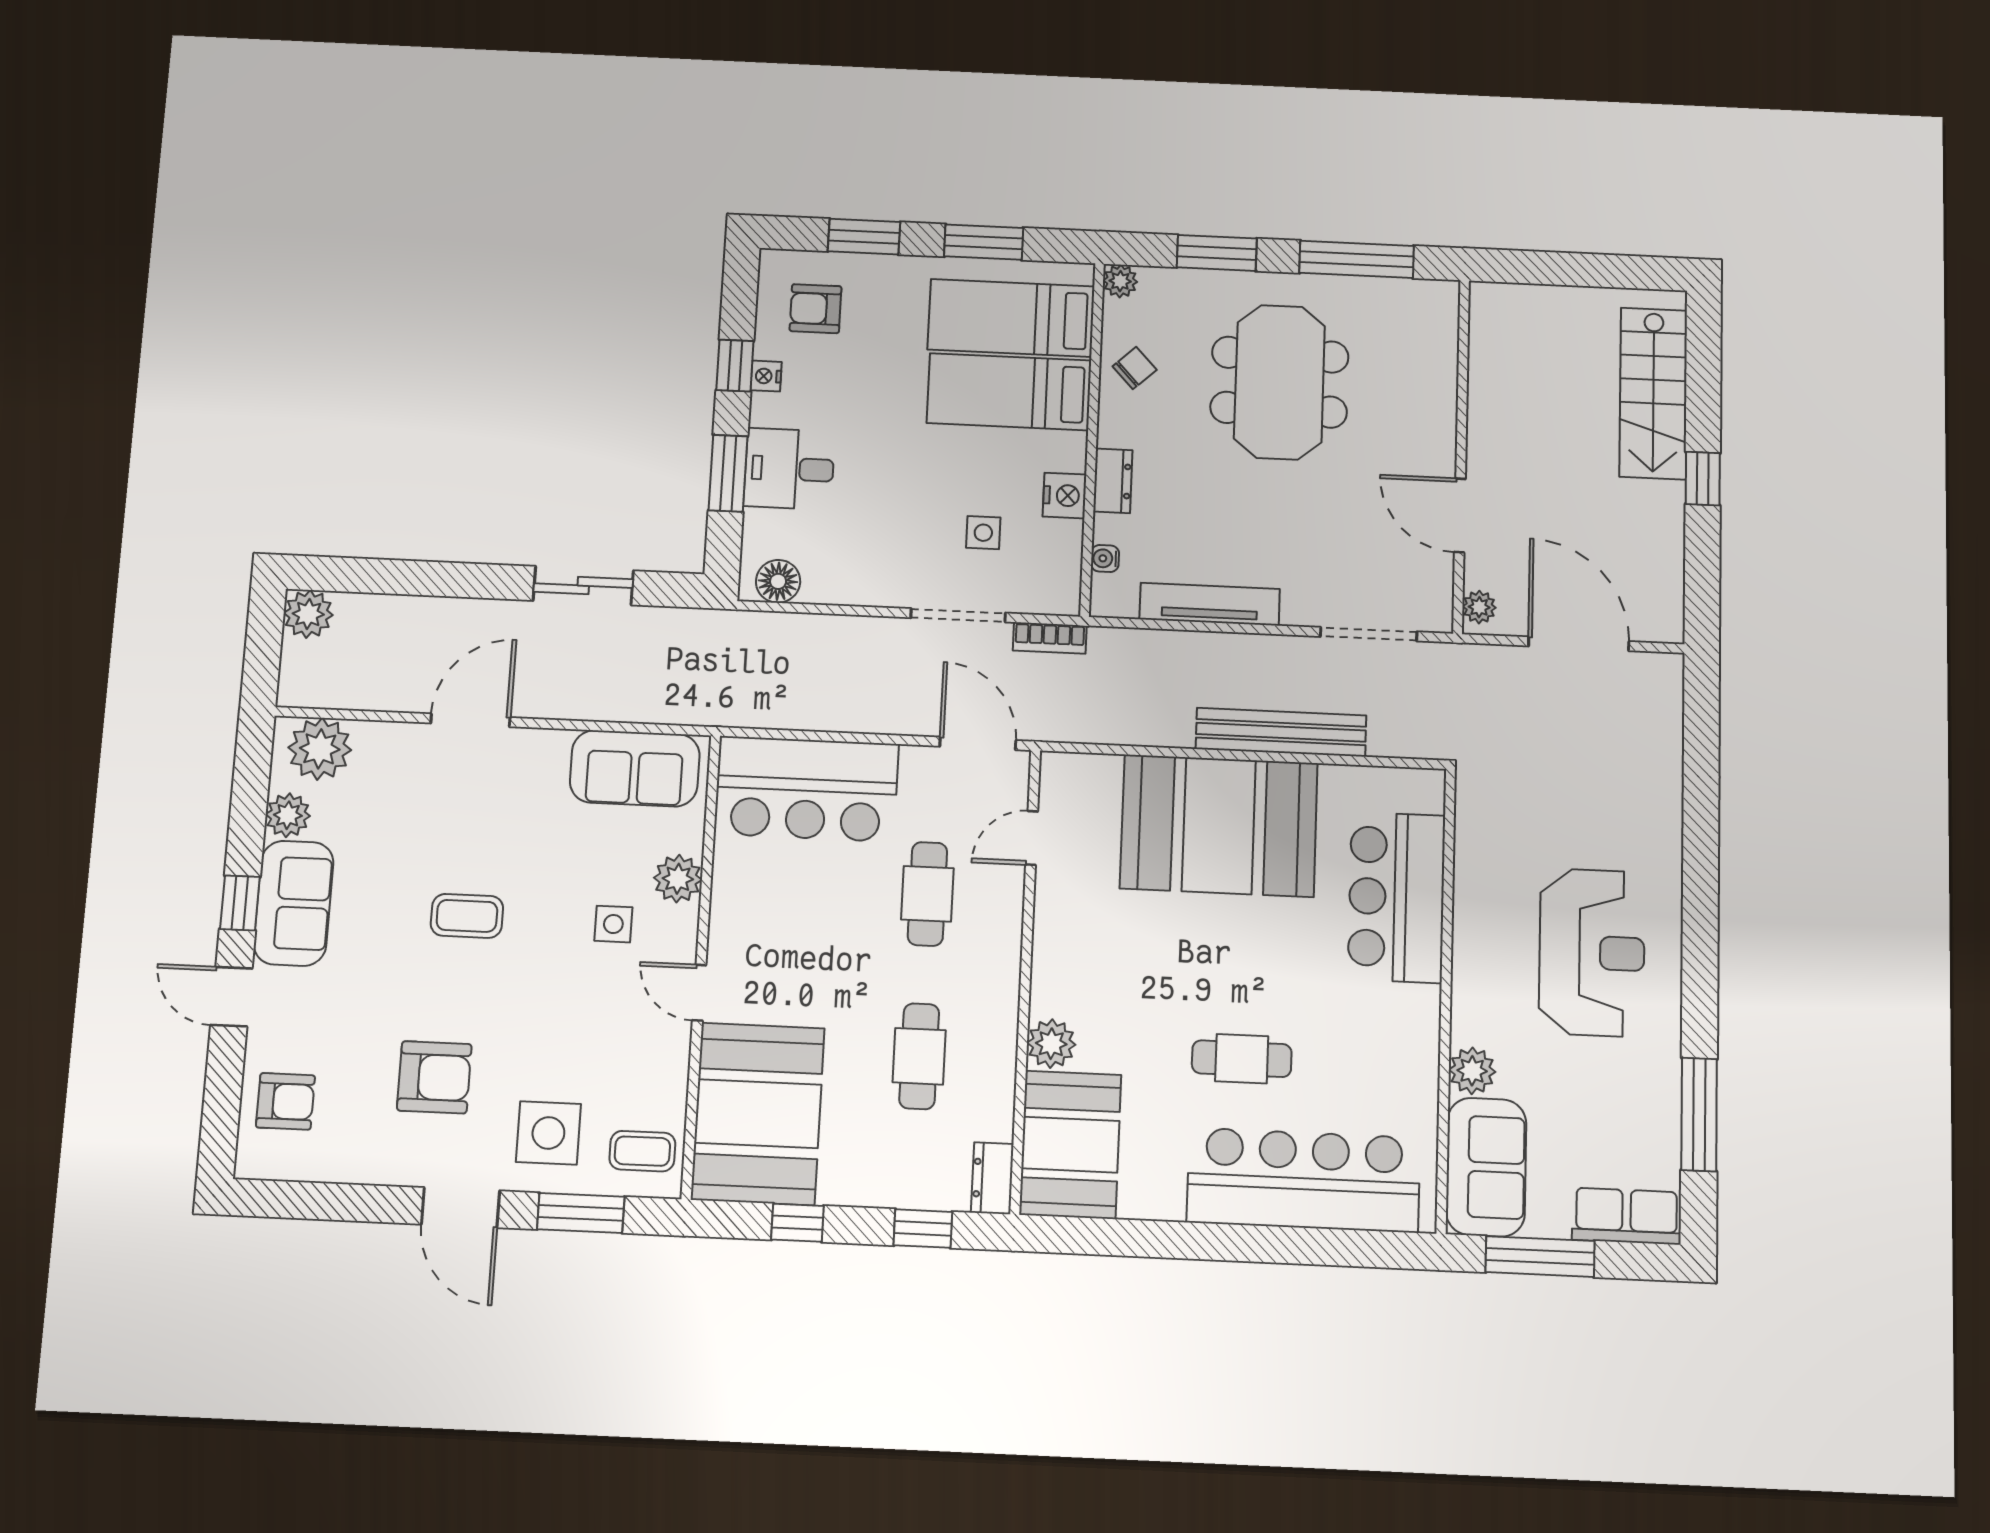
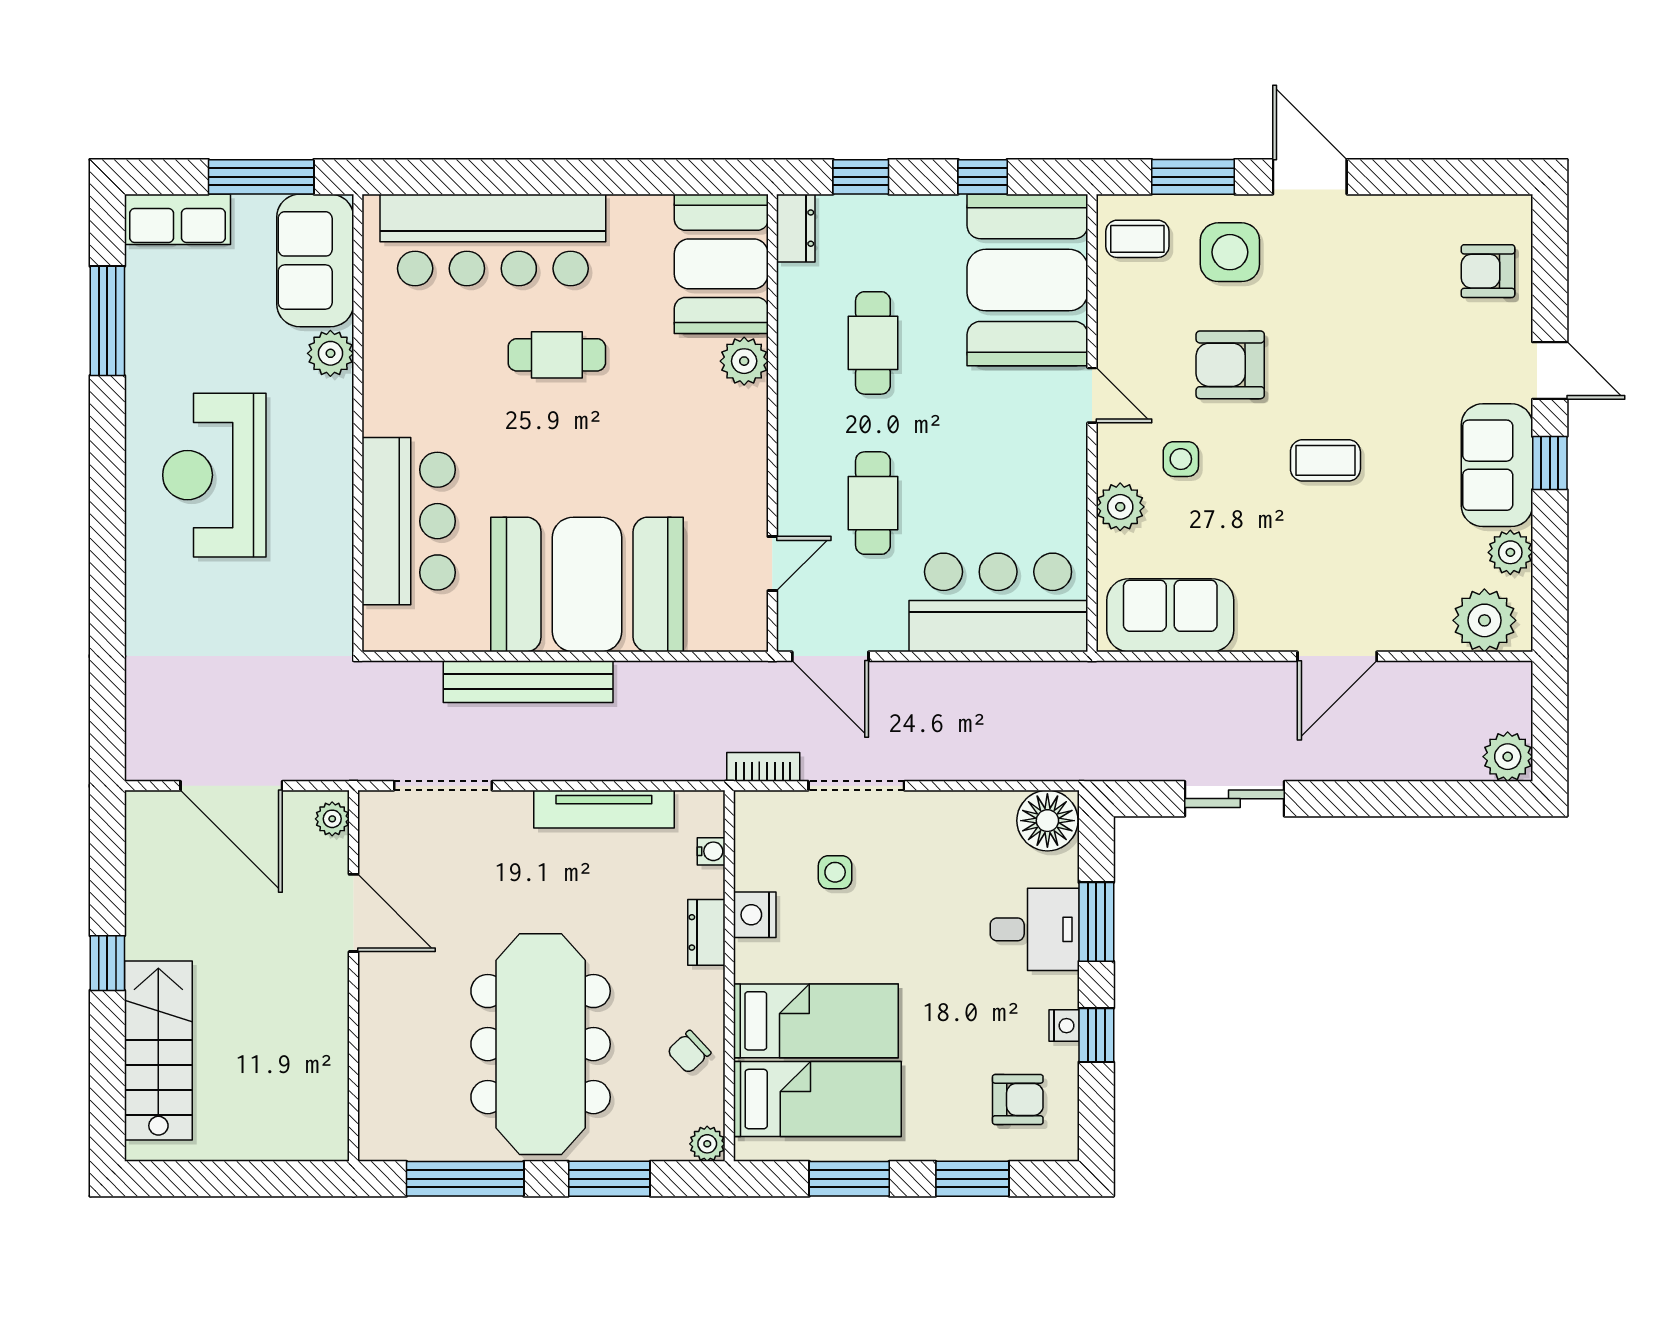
meeting table: (1279, 382) -> (541, 1044), width x1.36
floor lamp: (778, 581) -> (1047, 821), width x1.38, depth x1.38
armchair: (434, 1077) -> (1230, 365), moved

